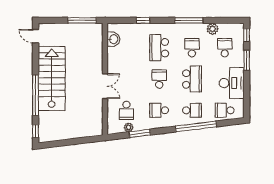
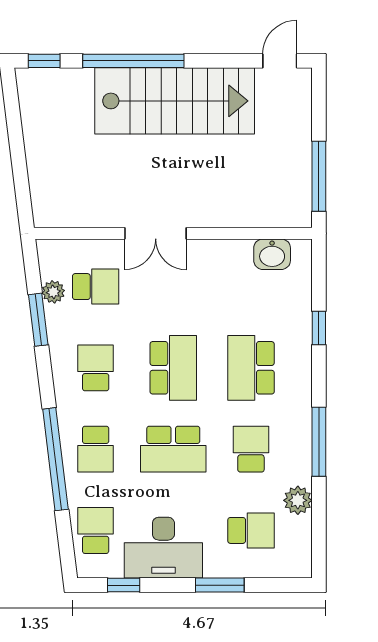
window: (247, 35) -> (124, 585), moved
school desk: (159, 48) -> (251, 368), turned -90
school desk: (192, 48) -> (251, 449), turned -90
school desk: (159, 79) -> (173, 368), width x1.85
school desk: (126, 110) -> (96, 287), turned 180

